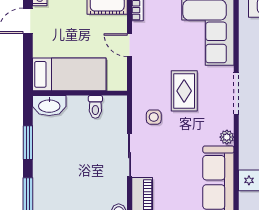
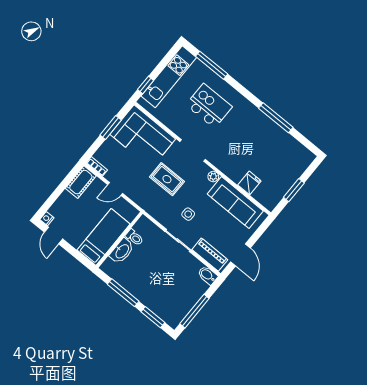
washbasin: (49, 106) -> (122, 251), moved
side table: (154, 117) -> (188, 214), moved
window: (28, 143) -> (123, 293), width x1.44

